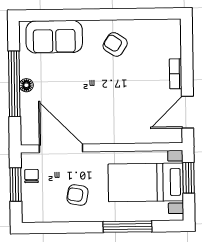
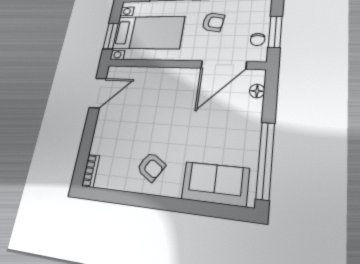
bookcase: (176, 74) -> (91, 171), moved
window: (14, 84) -> (265, 160), moved
floor lamp: (26, 85) -> (257, 91), moved
door: (61, 148) -> (224, 65), hinge flipped

